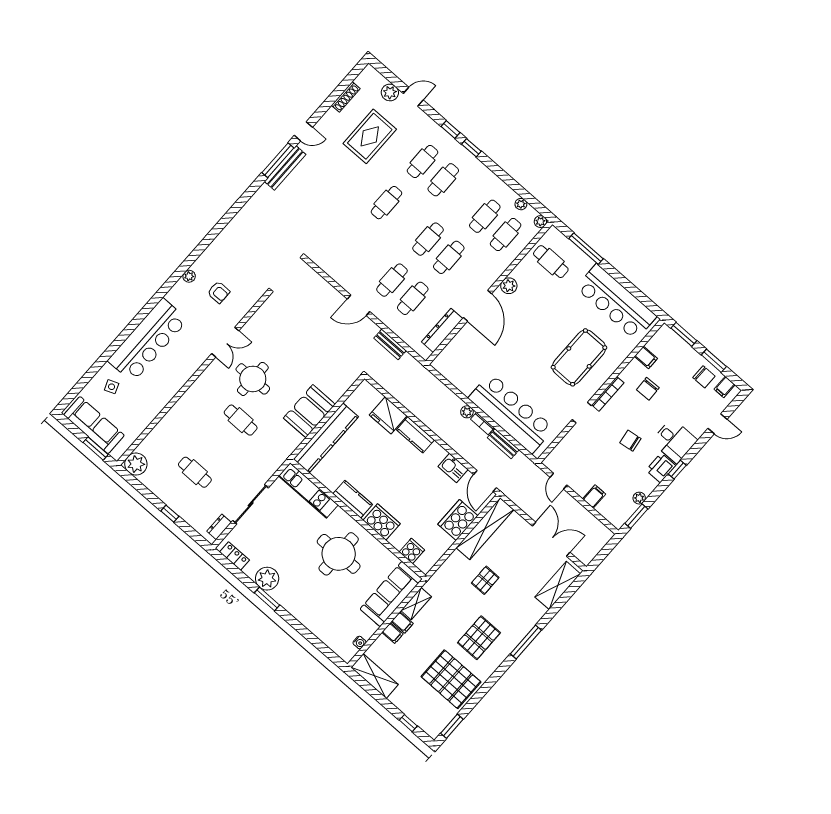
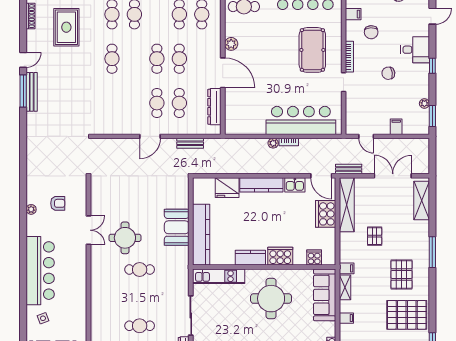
kitchen counter: (415, 435) -> (261, 185), width x1.50
bench: (503, 444) -> (349, 169), moved
printer: (661, 468) -> (421, 73), removed
filing cabinet: (402, 622) -> (347, 268), moved

